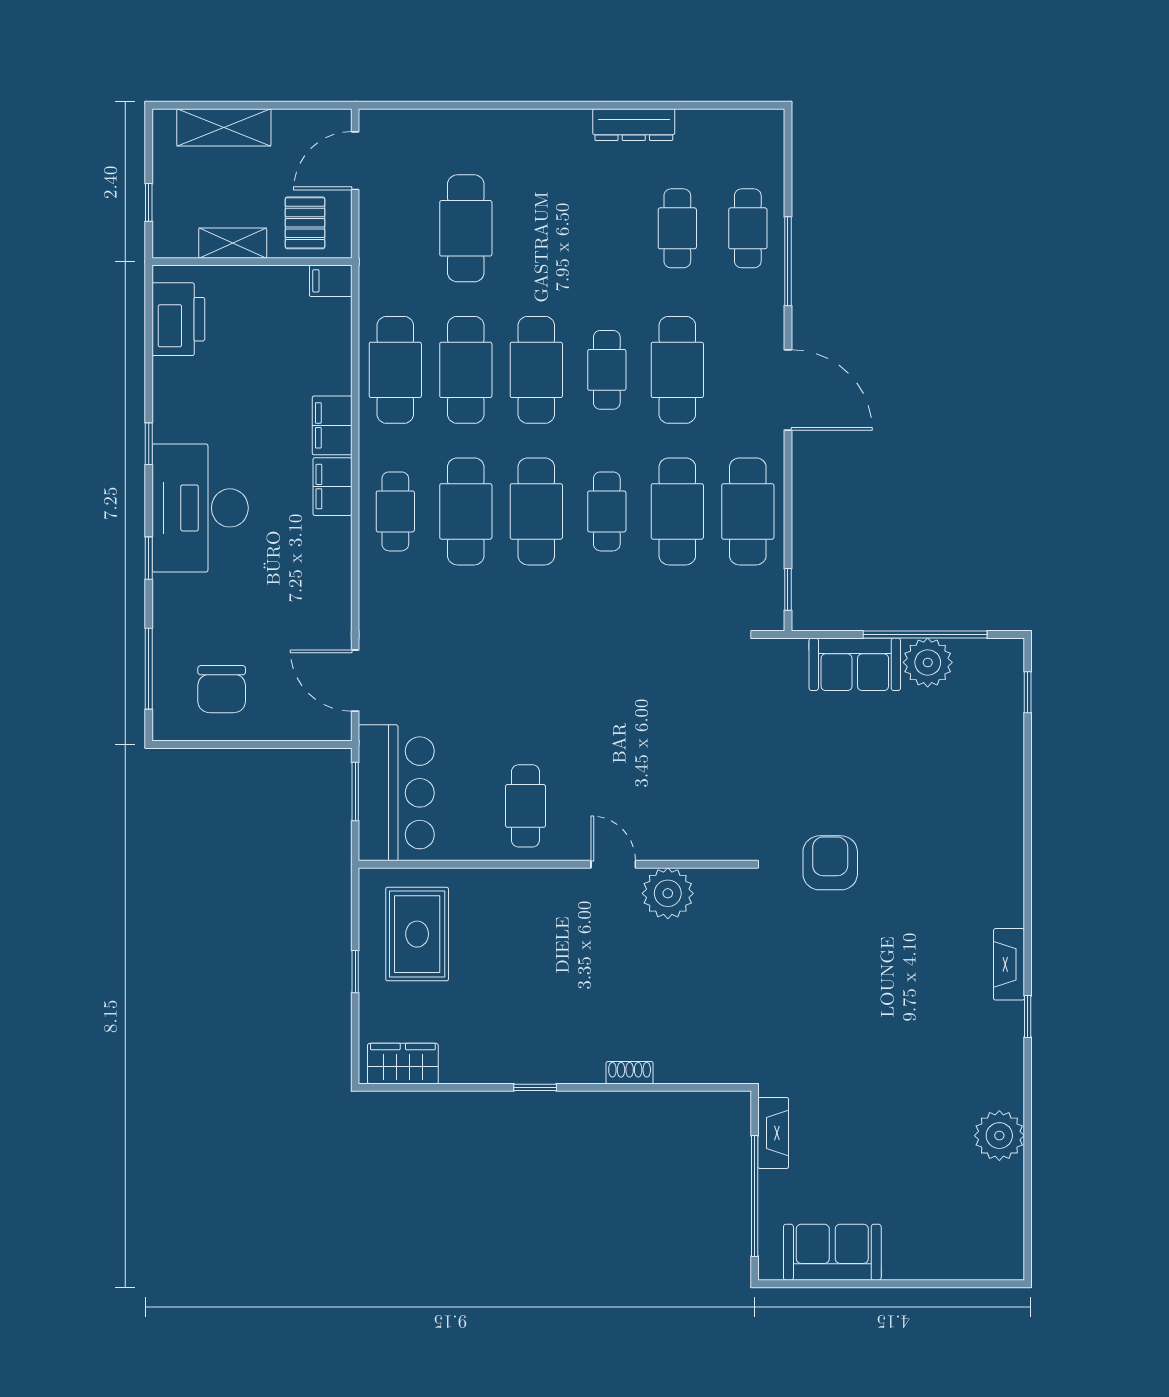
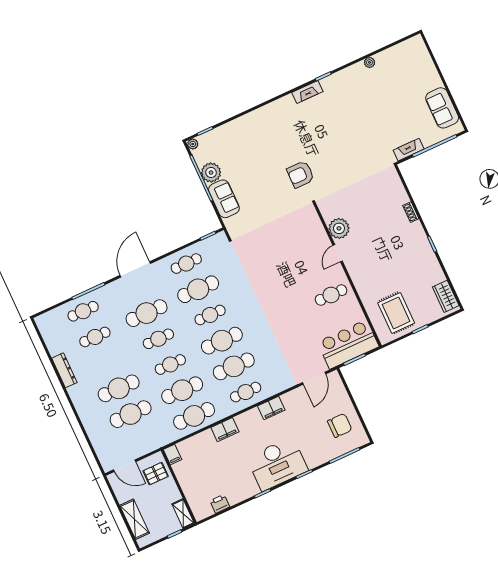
cafe table: (536, 228) -> (119, 388), added
shelving: (233, 243) -> (183, 514), moved
printer: (178, 319) -> (220, 504), width x0.53, depth x0.68
cafe table: (536, 370) -> (170, 365), width x0.73, depth x0.74
filing cabinet: (332, 487) -> (271, 408), moved
cafe table: (748, 511) -> (186, 264), width x0.73, depth x0.74
plant: (1011, 651) -> (193, 144), added
rug: (417, 934) -> (396, 313), turned 90
plant: (999, 1136) -> (369, 62), width x0.53, depth x0.53

